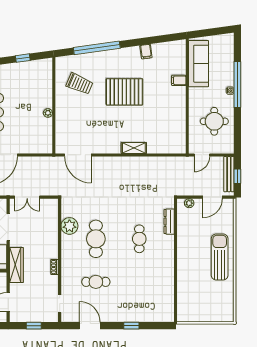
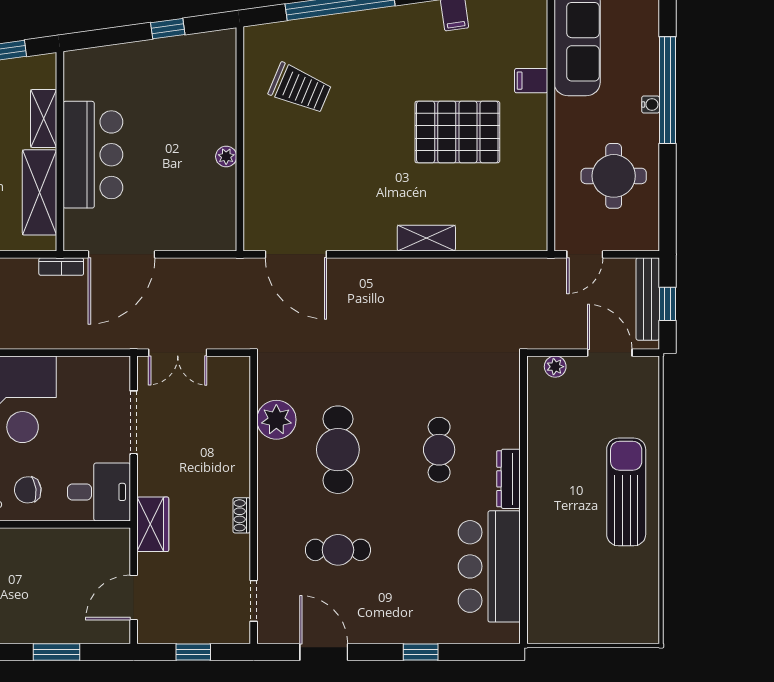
pallet: (124, 92) -> (457, 132), moved
door: (213, 197) -> (610, 353), swing flipped
dresser: (169, 222) -> (509, 479), moved
wardrobe: (16, 265) -> (153, 524), width x0.67
bar counter: (161, 289) -> (489, 566), added

